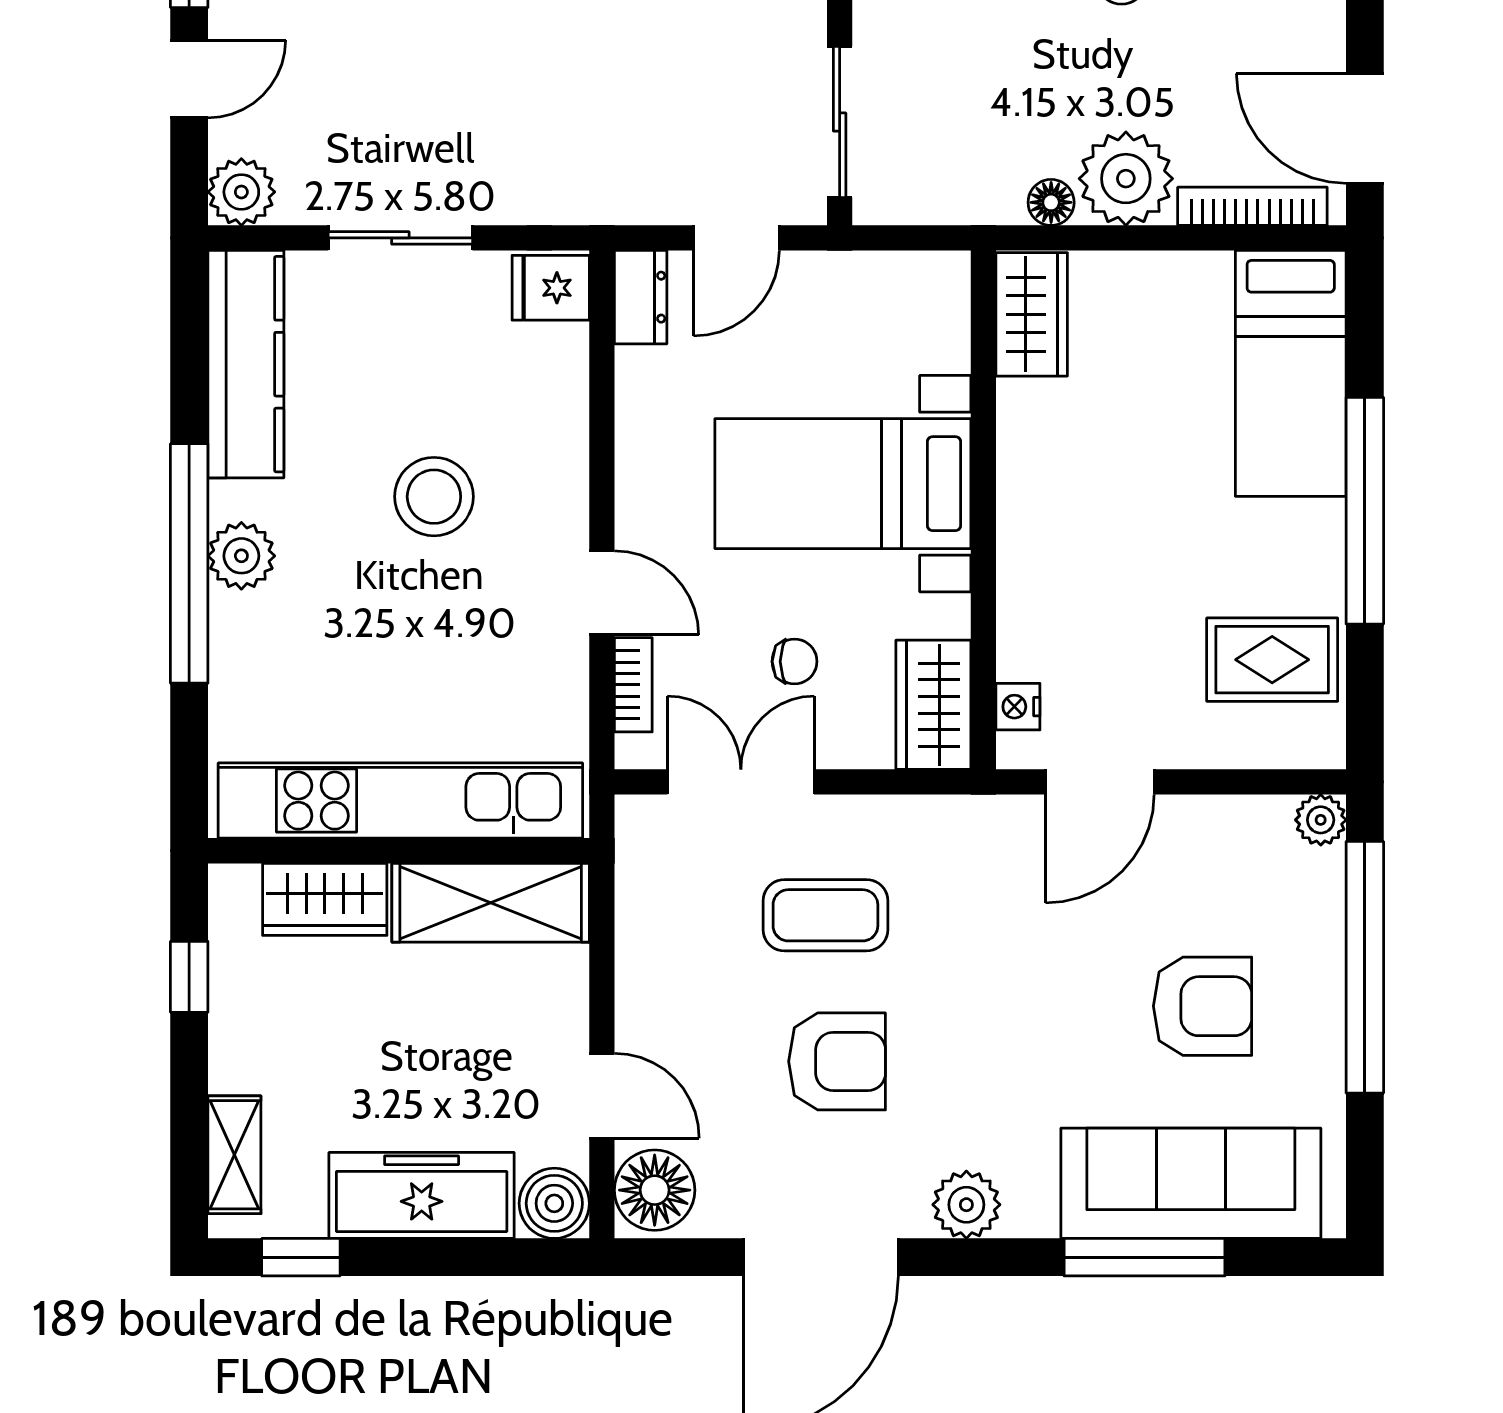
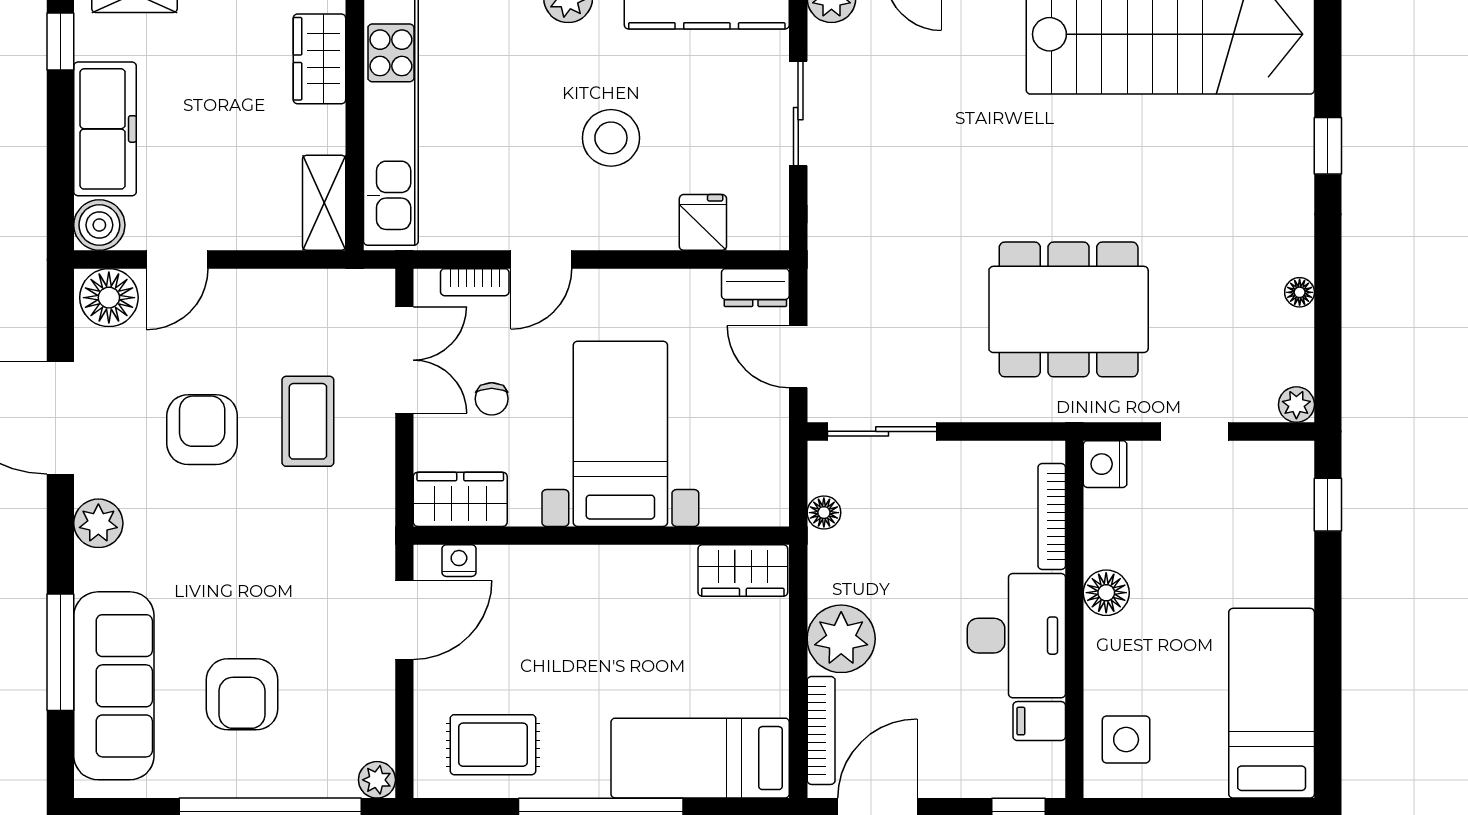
floor lamp: (1051, 202) -> (824, 513), moved
fridge: (551, 288) -> (703, 222), moved
rug: (1272, 660) -> (493, 745), turned 90
door: (1100, 782) -> (404, 620), swing flipped
shelving: (491, 903) -> (324, 203), width x0.67, depth x0.75
armchair: (837, 1061) -> (202, 430), turned 180

